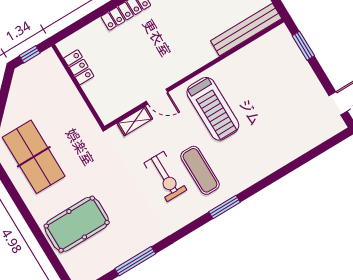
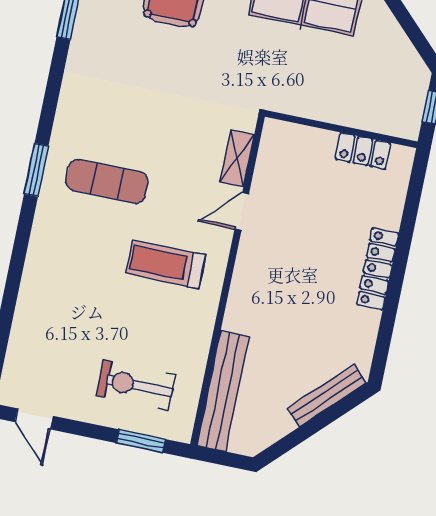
treadmill: (213, 109) -> (166, 264), width x0.73, depth x0.73
exercise bike: (165, 176) -> (136, 385), moved

